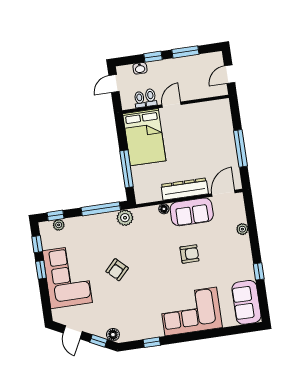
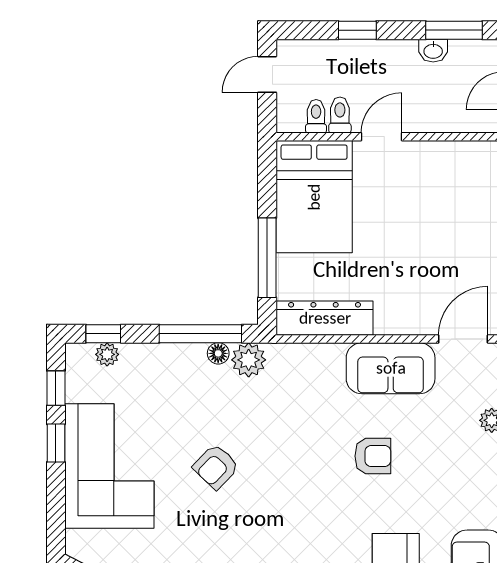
window: (185, 52) -> (454, 30), moved
washbasin: (140, 68) -> (433, 51), moved
dresser: (185, 189) -> (325, 318), moved
floor lamp: (164, 209) -> (218, 353), moved

